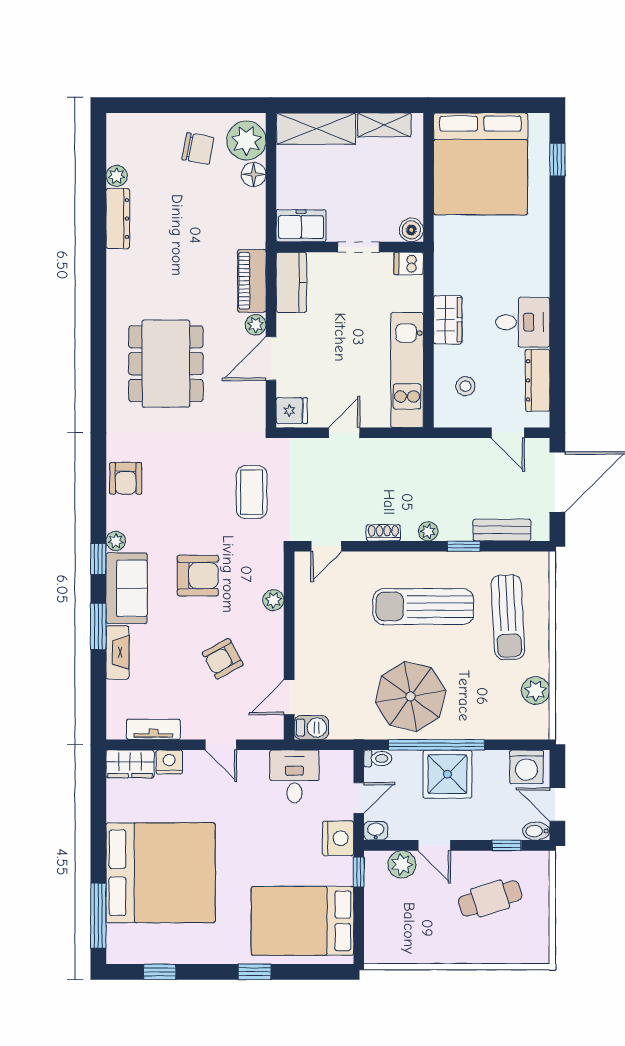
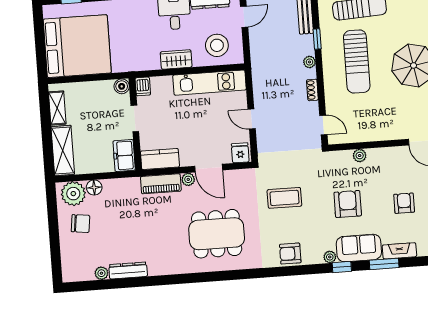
chair: (198, 149) -> (81, 224), turned 86
stool: (465, 386) -> (217, 45), width x1.89, depth x1.89
armchair: (126, 478) -> (290, 254), turned 180
coffee table: (252, 492) -> (284, 198), moved
armchair: (223, 659) -> (404, 203), moved, turned -151

